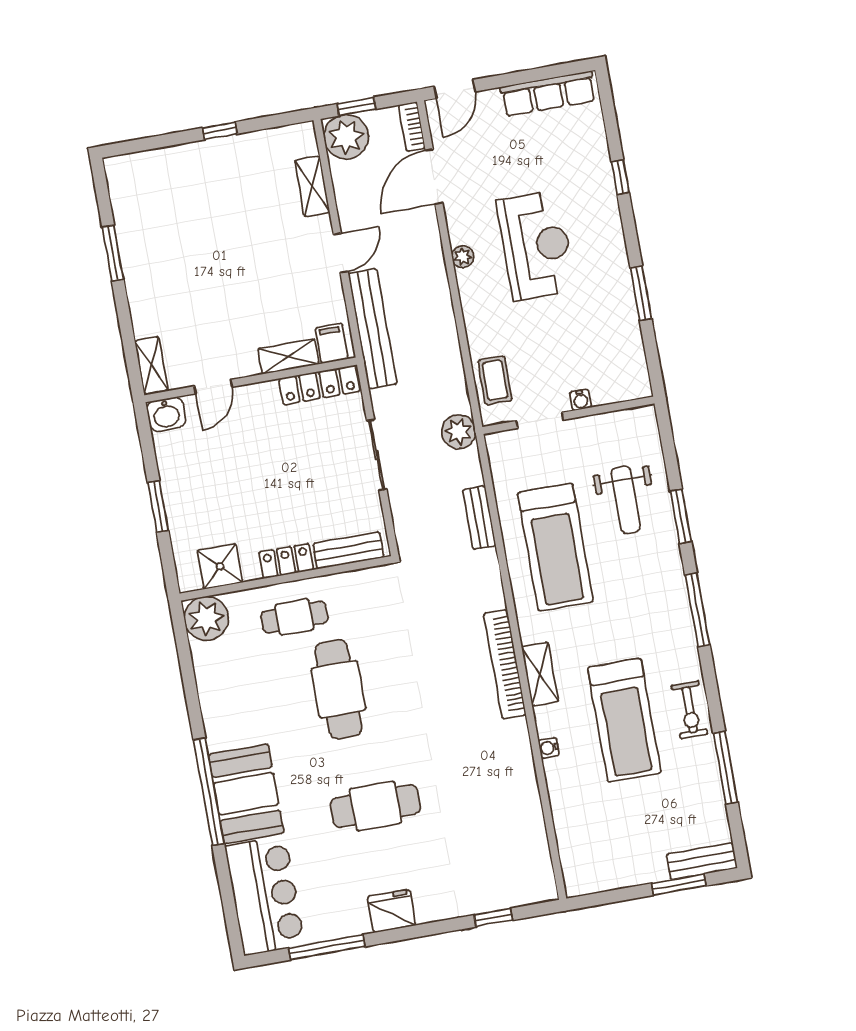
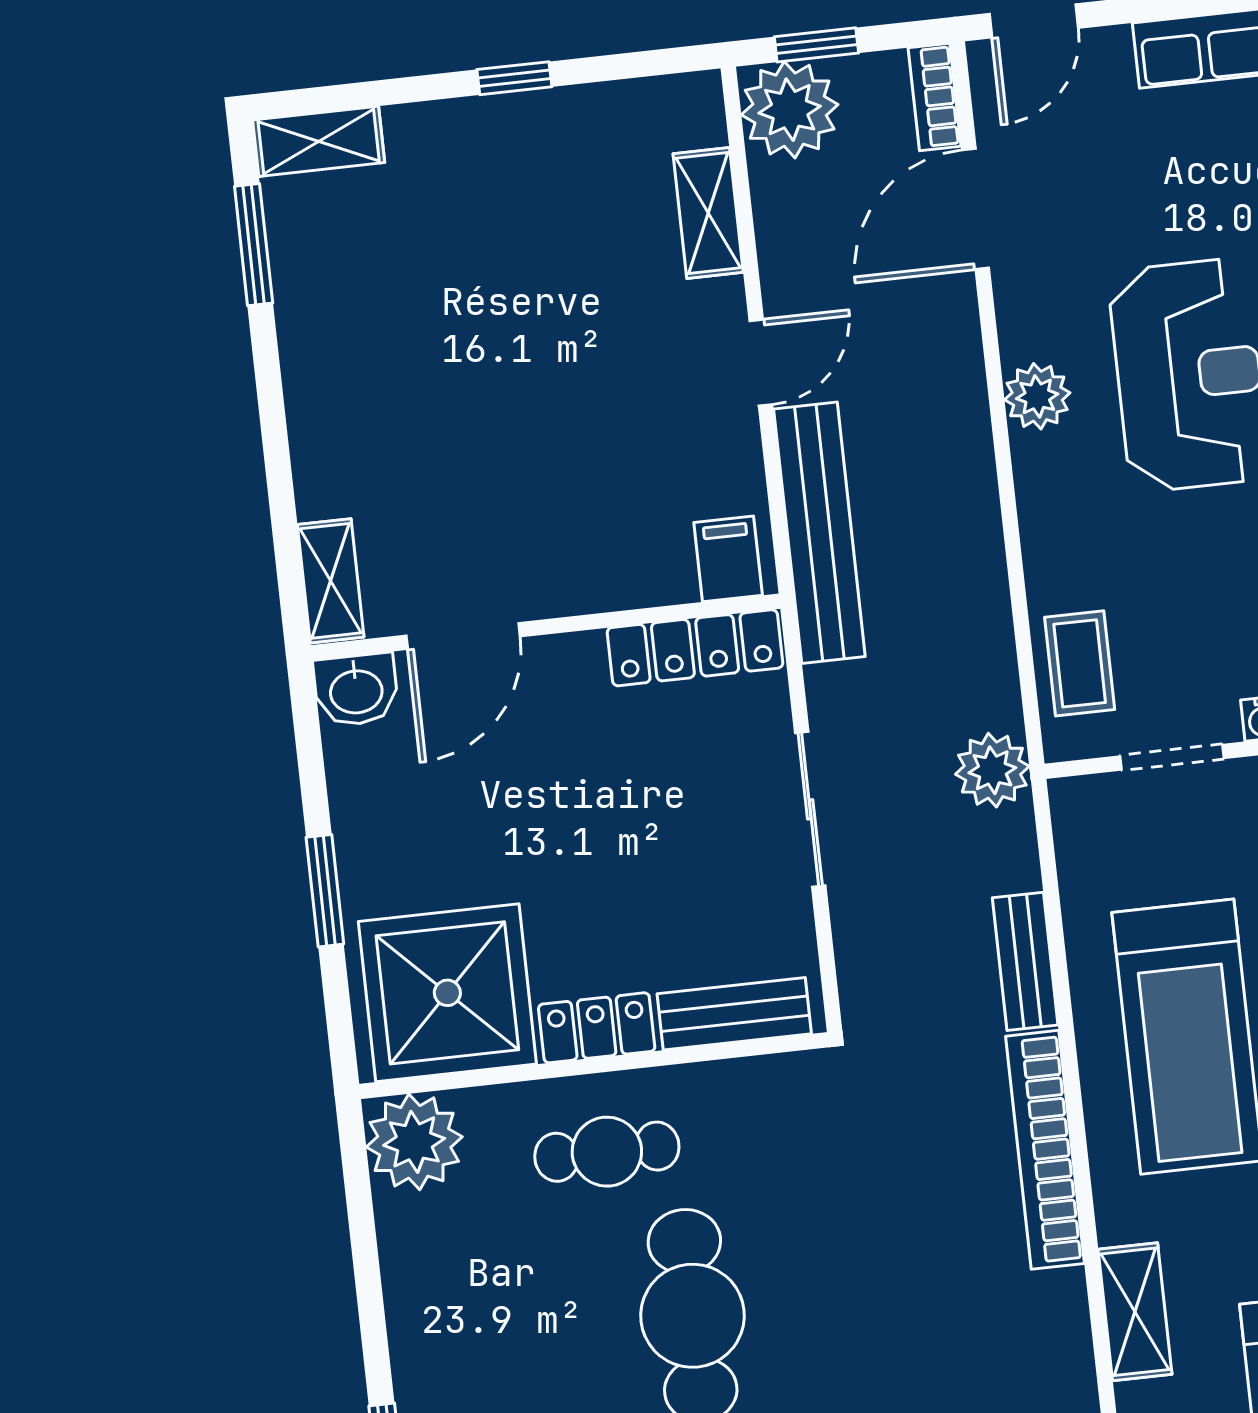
window: (113, 253) -> (254, 245), moved
plant: (463, 257) -> (1037, 396), width x1.38, depth x1.38
shelving: (288, 356) -> (319, 141), moved
door: (213, 387) -> (463, 636), width x1.38
shower: (220, 566) -> (447, 993), width x1.86, depth x1.86
bookcase: (505, 664) -> (1045, 1150), moved

